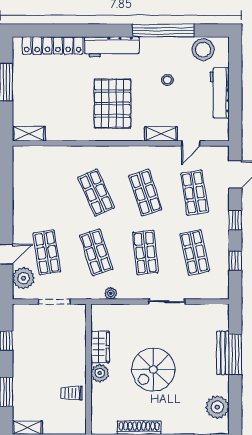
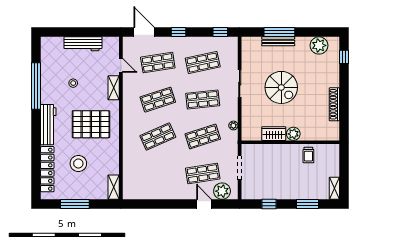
stool: (203, 50) -> (78, 164), moved
window: (235, 261) -> (220, 32), moved
spiral stairs: (153, 369) -> (281, 87), moved

